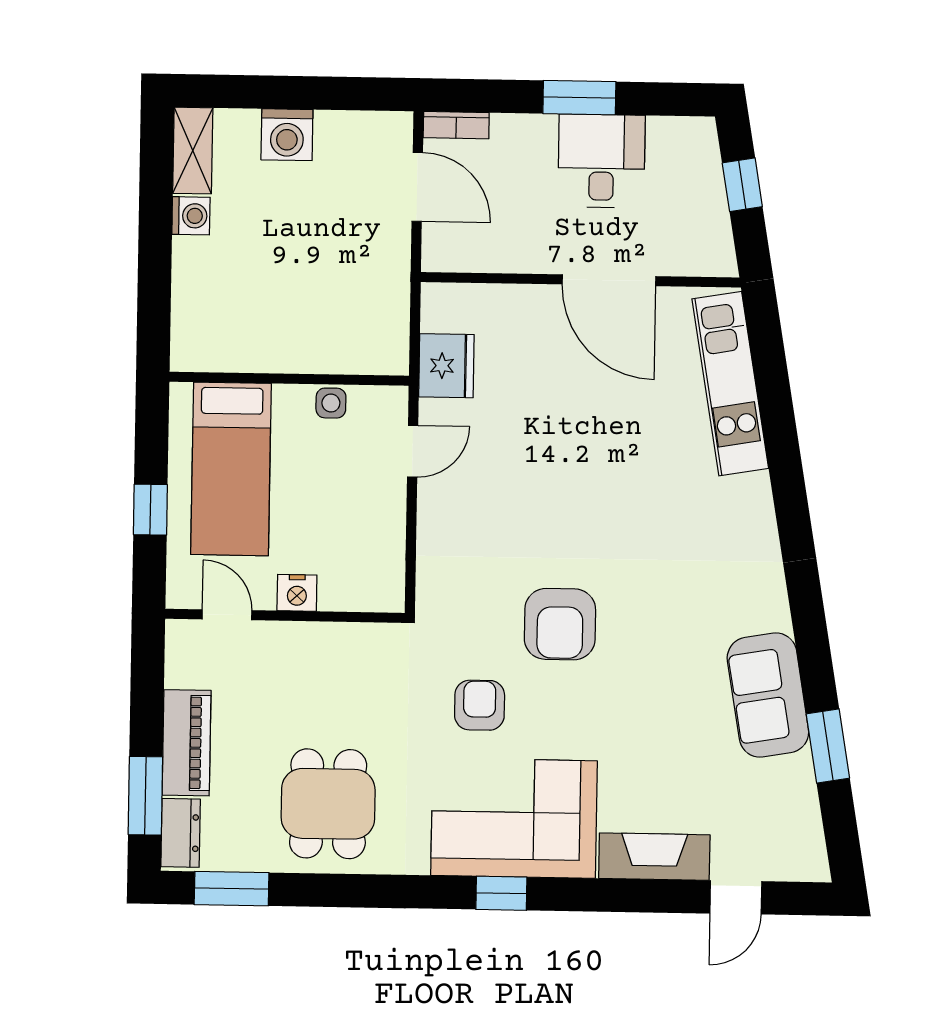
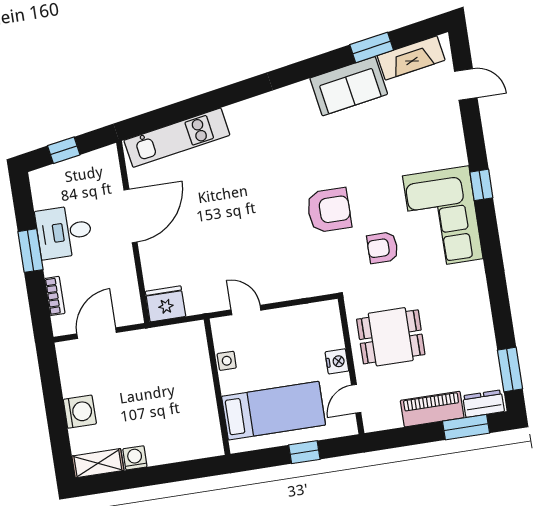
bookcase: (456, 125) -> (55, 296), moved
fridge: (446, 366) -> (166, 304), moved
dining table: (328, 804) -> (391, 337), moved
fireplace: (654, 857) -> (411, 58), moved, turned -100
window: (501, 893) -> (481, 185), moved

